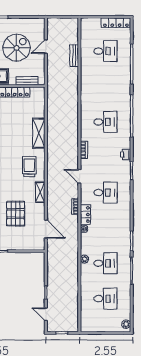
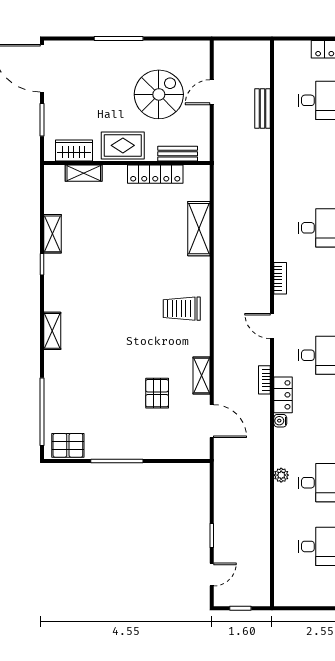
shelving: (39, 133) -> (199, 229), moved
trolley: (29, 167) -> (182, 309), turned -90
shelving: (40, 192) -> (201, 375), moved
pallet: (16, 214) -> (157, 393), width x0.67, depth x0.71
door: (46, 314) -> (212, 574), swing flipped

